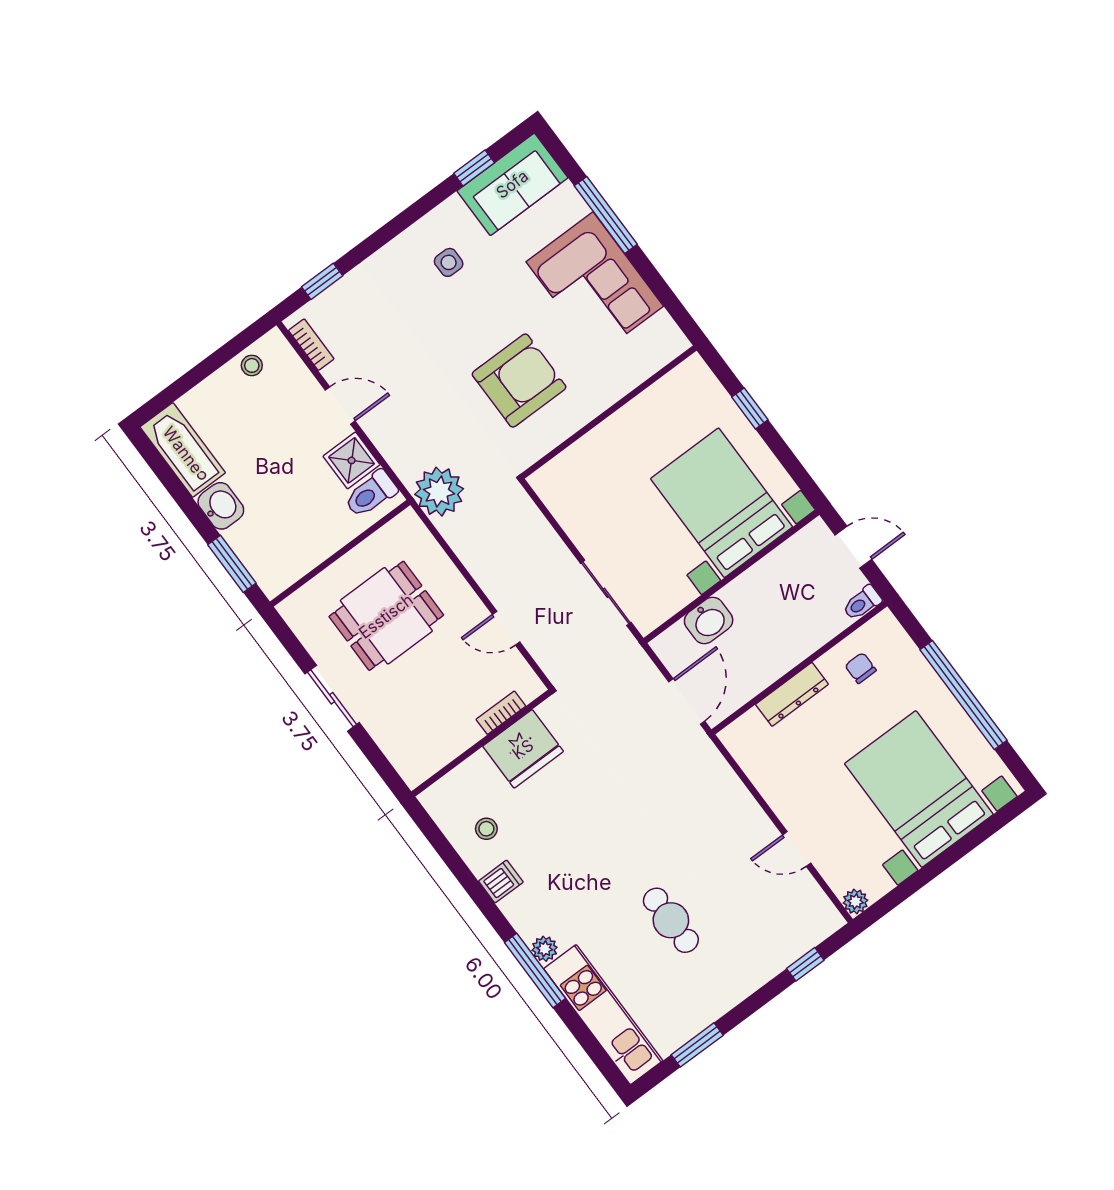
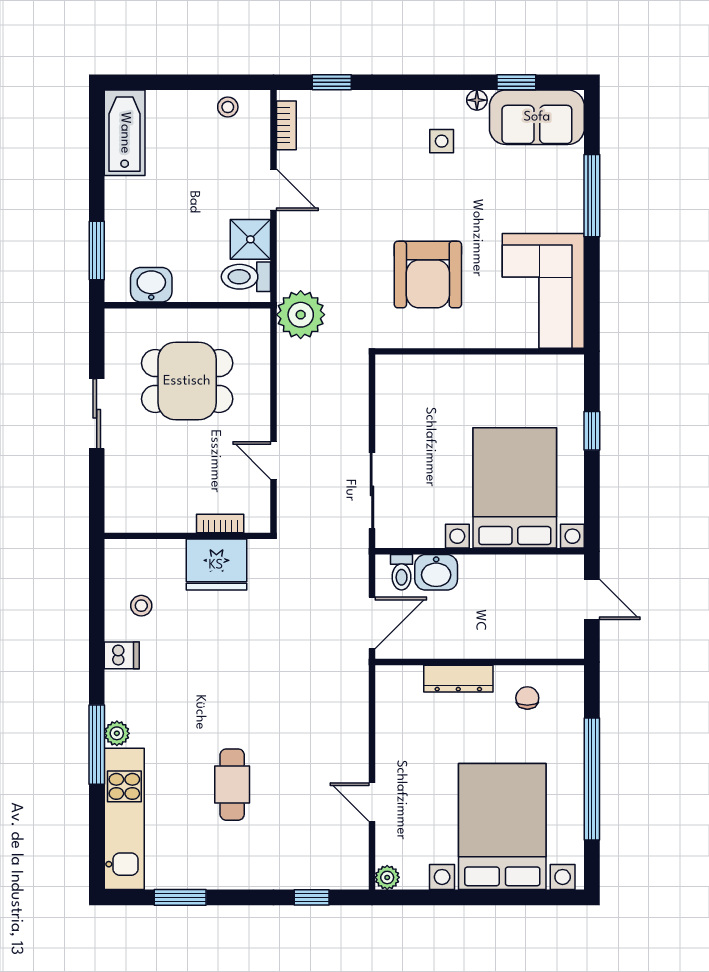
floor lamp: (452, 207) -> (477, 100), added
corner sofa: (595, 284) -> (543, 291), moved
armchair: (519, 381) -> (428, 274), turned 90
washbasin: (221, 506) -> (151, 285), moved, turned -90
toilet: (862, 603) -> (402, 572), moved, turned -90

